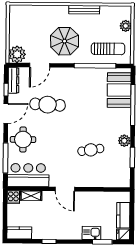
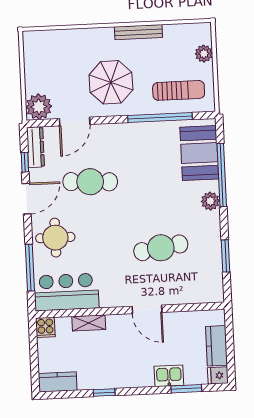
plant: (124, 141) -> (210, 201), moved
cafe table: (91, 150) -> (161, 248), width x1.37, depth x1.35
door: (65, 189) -> (147, 309), moved
shelving: (31, 196) -> (89, 323), moved

